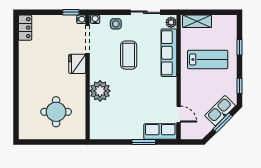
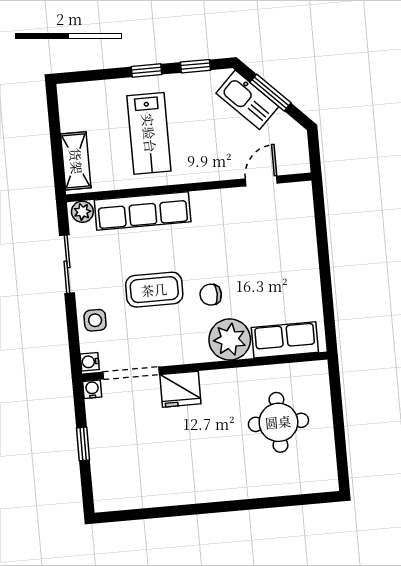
window: (71, 12) -> (83, 444), moved
locker: (25, 28) -> (118, 498), removed
window: (239, 47) -> (146, 71), moved
lab bench: (208, 59) -> (149, 133), turned 180
chair: (124, 83) -> (211, 295), added
row of seats: (160, 132) -> (285, 340), moved, turned 90
window: (144, 142) -> (323, 245), removed

